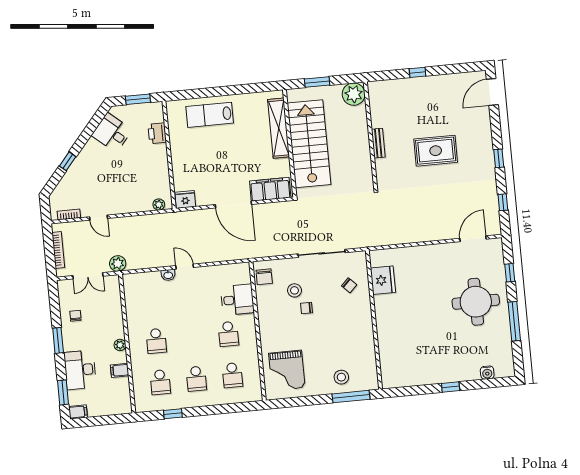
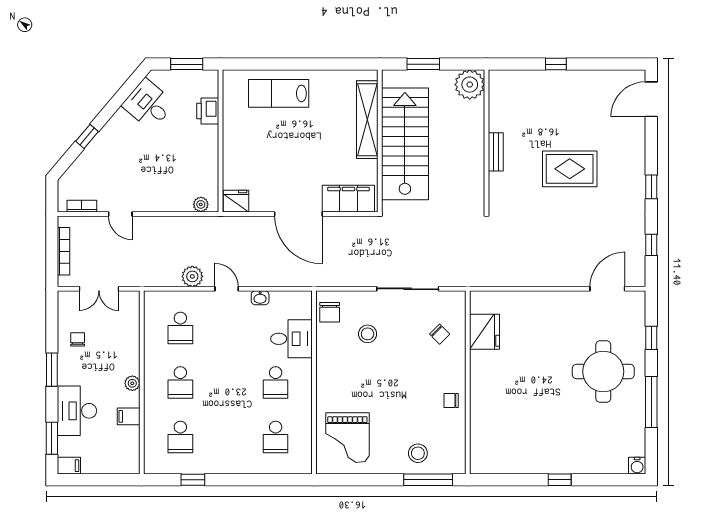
plant: (118, 264) -> (192, 276), moved
washbasin: (168, 275) -> (260, 298), moved
chair: (307, 308) -> (451, 400), moved
water cooler: (487, 373) -> (637, 466), moved
school desk: (196, 379) -> (180, 328), moved

